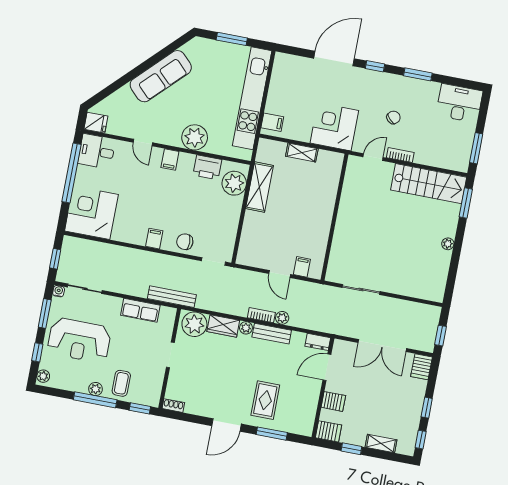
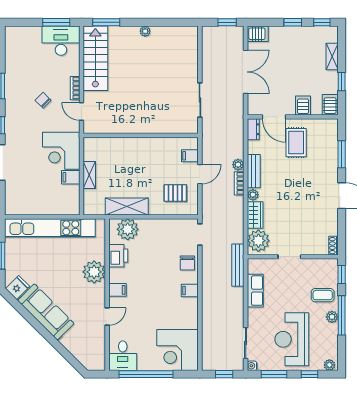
desk: (459, 103) -> (61, 41), moved, turned 90
filing cabinet: (272, 122) -> (71, 177), moved, turned -90
fridge: (96, 123) -> (18, 287), moved, turned 45
pallet: (264, 243) -> (175, 193), added
reception desk: (79, 340) -> (292, 339), turned 180
rug: (265, 400) -> (296, 143), moved, turned 90

